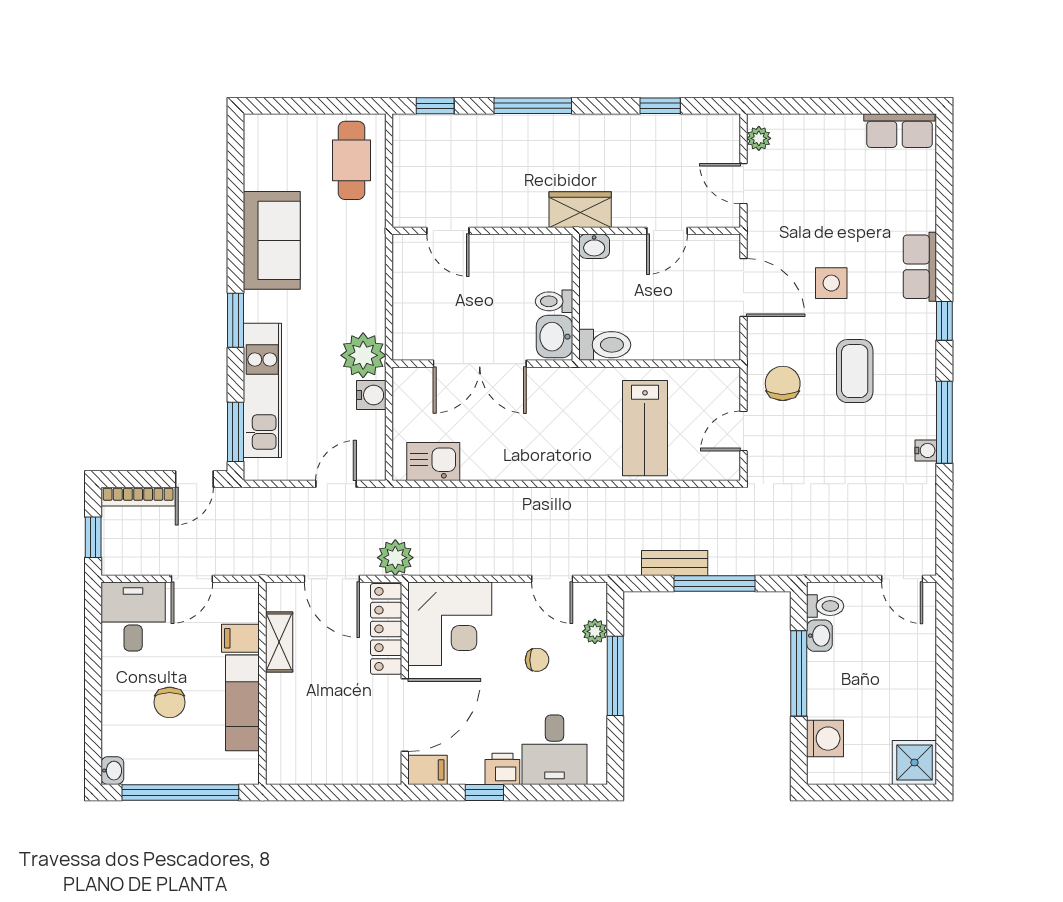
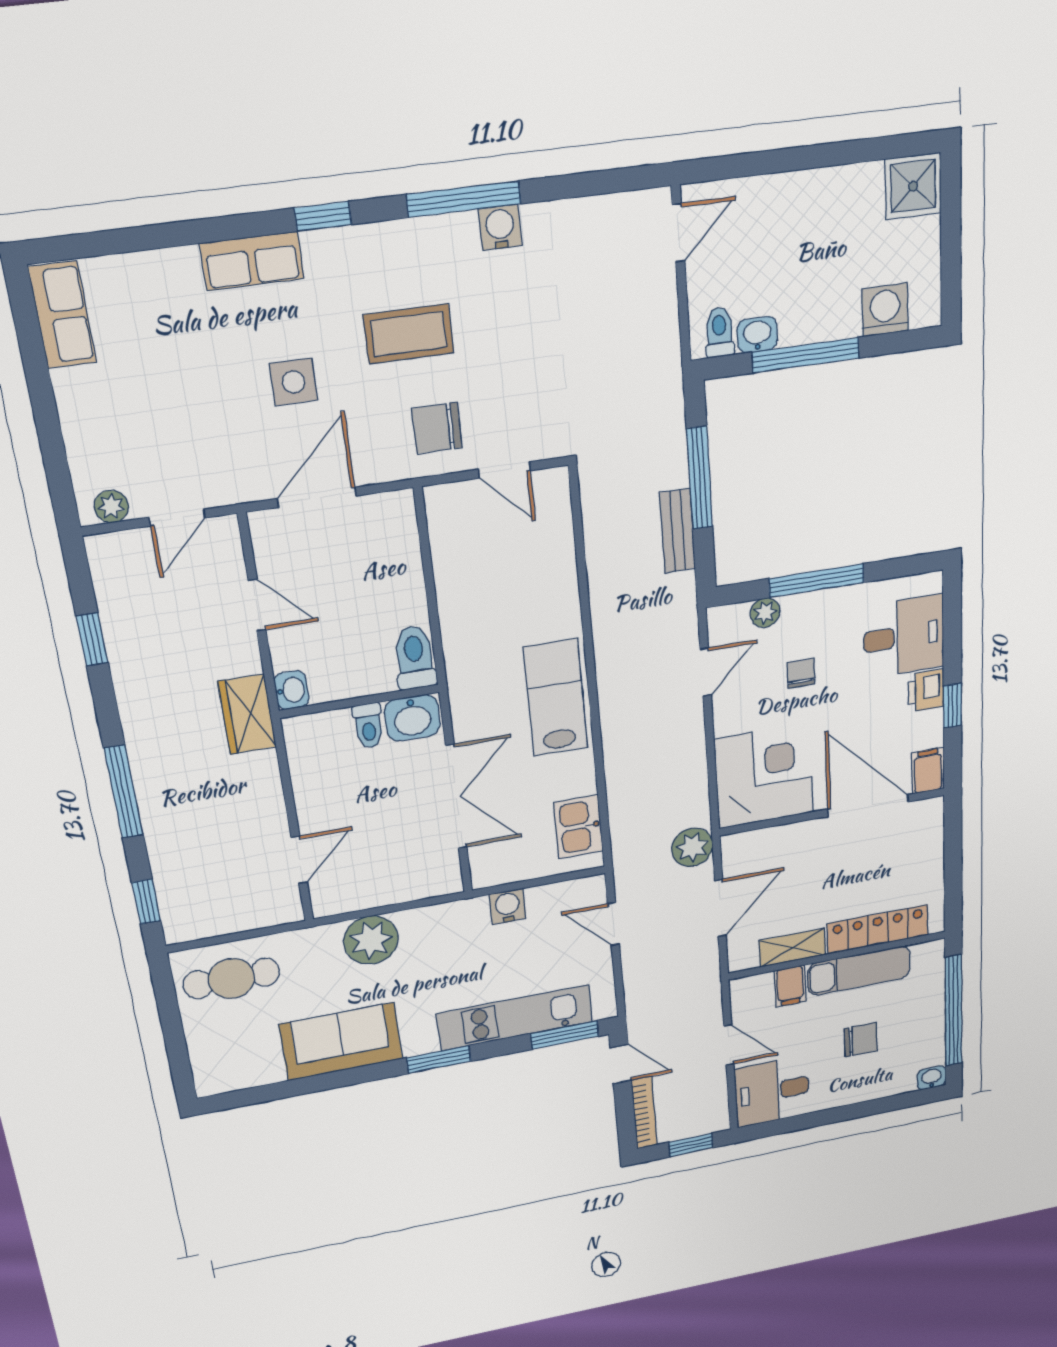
plant: (363, 355) -> (371, 940), moved
lab bench: (645, 428) -> (556, 698), moved, turned -90
water cooler: (926, 450) -> (500, 227), width x1.38, depth x1.38
locker: (386, 629) -> (878, 929), moved, turned 180

